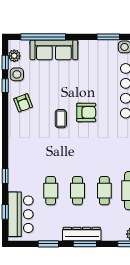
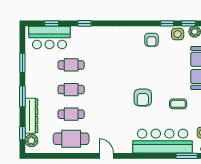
armchair: (23, 103) -> (151, 40), turned -69
coffee table: (61, 119) -> (178, 104), moved
dresser: (82, 234) -> (31, 116), moved

